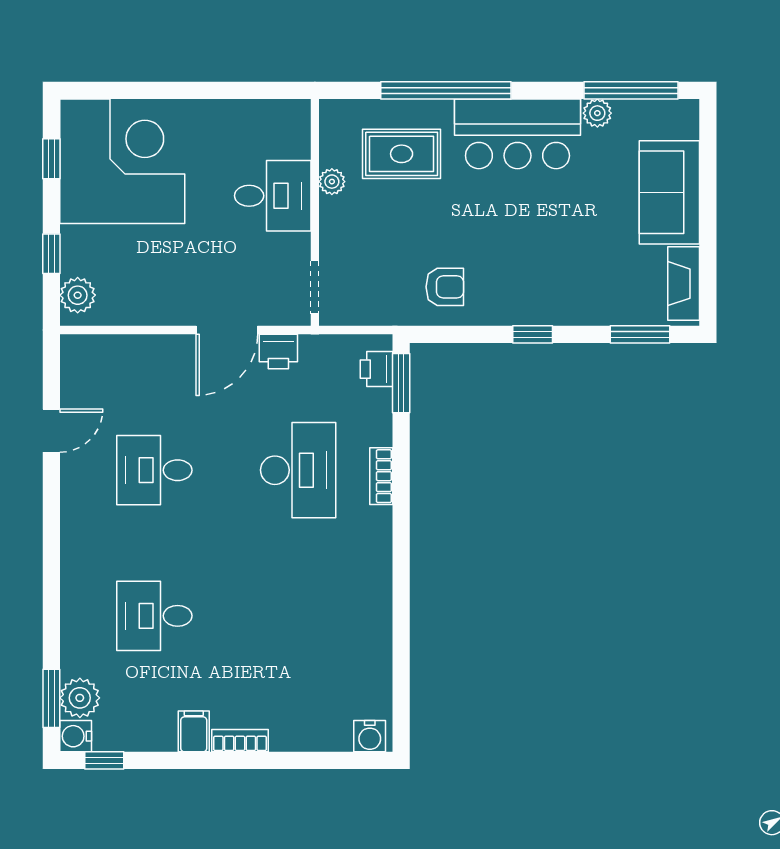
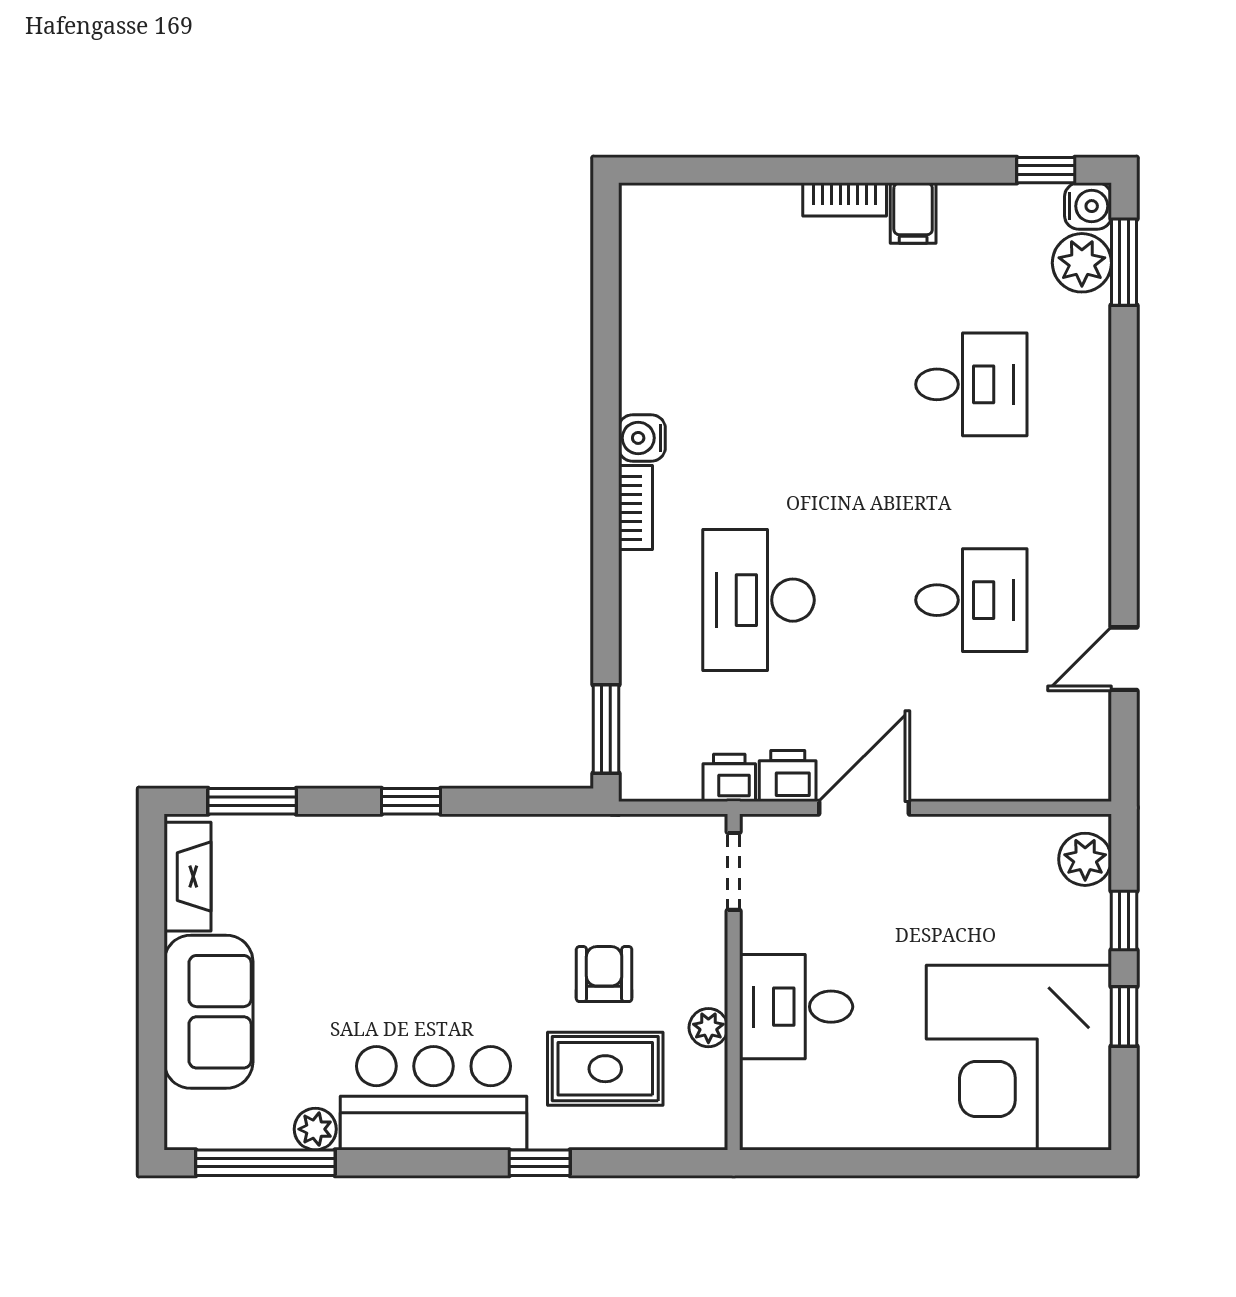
window: (446, 90) -> (540, 1163), width x0.32
window: (51, 159) -> (1124, 1016), moved
armchair: (445, 287) -> (604, 974), moved, turned 90
printer: (377, 369) -> (729, 778), moved, turned -90
bookcase: (381, 476) -> (635, 508), moved
water cooler: (370, 736) -> (642, 438), moved, turned -90

